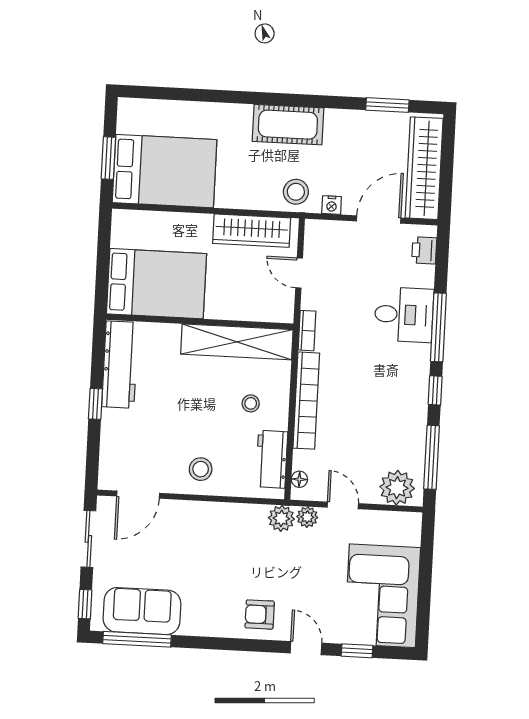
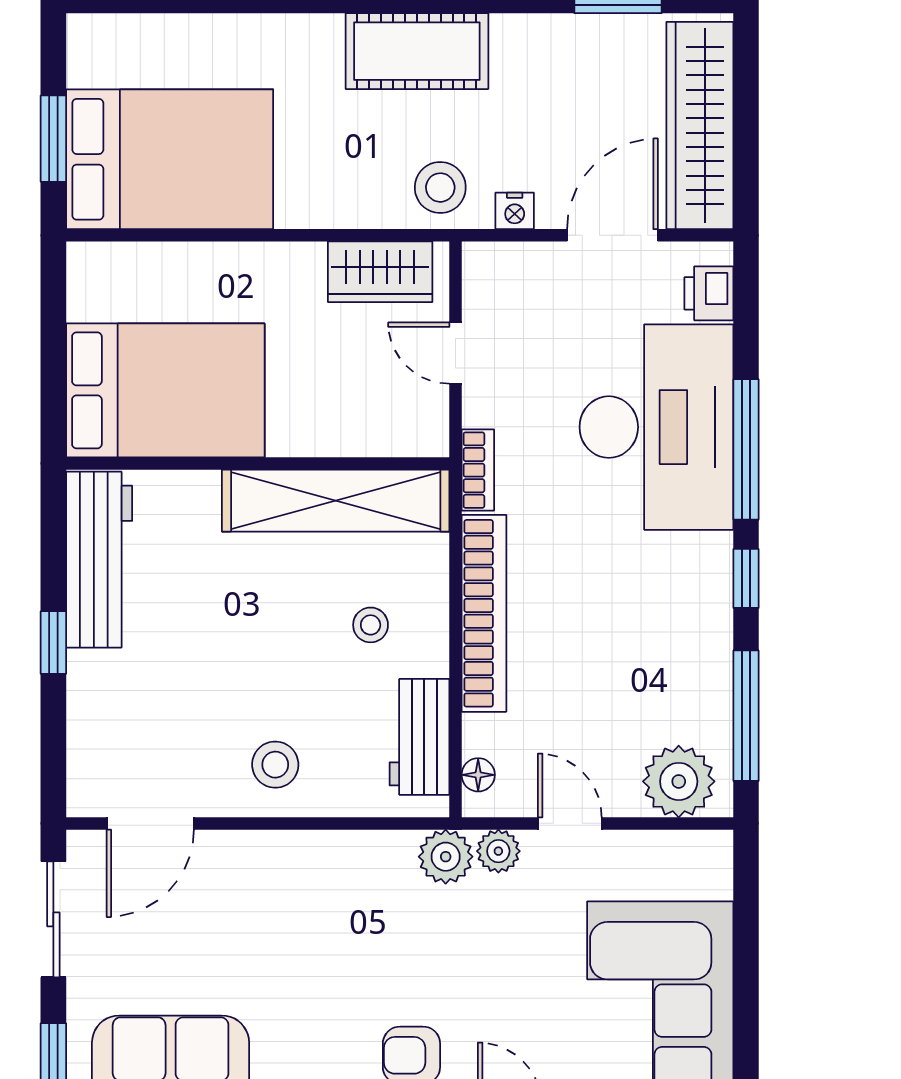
wardrobe: (252, 231) -> (380, 272), width x0.67
desk: (404, 315) -> (656, 427), width x1.87, depth x1.30

